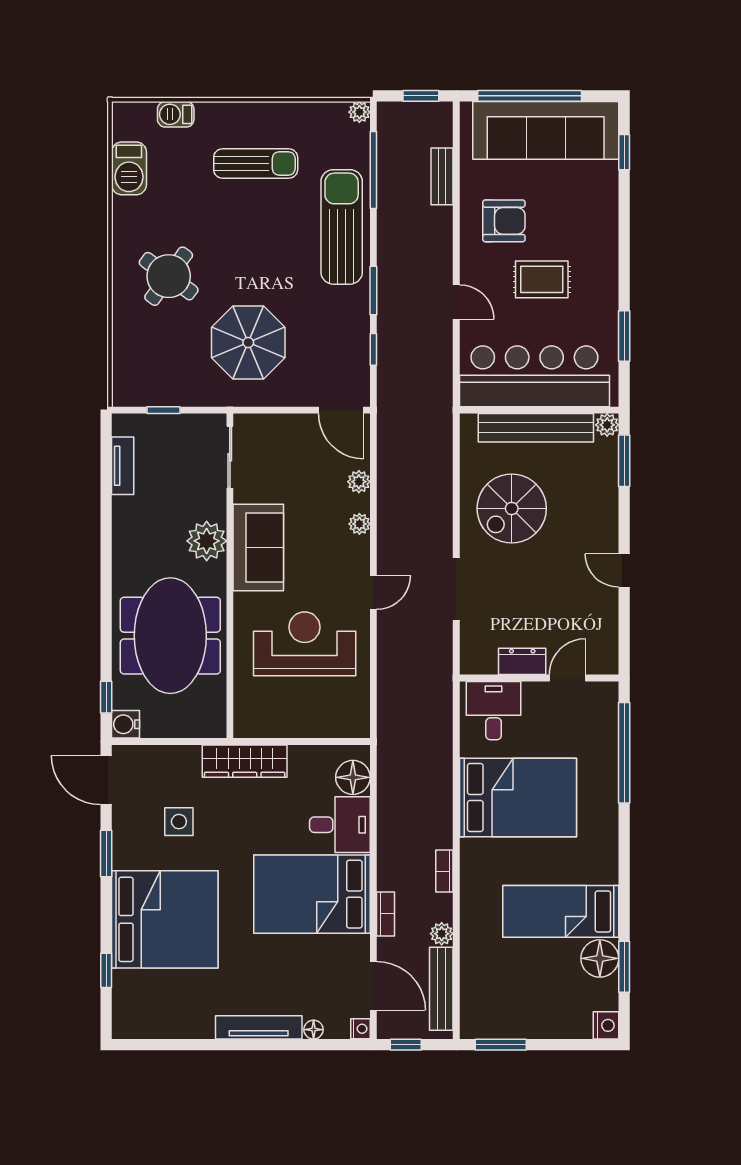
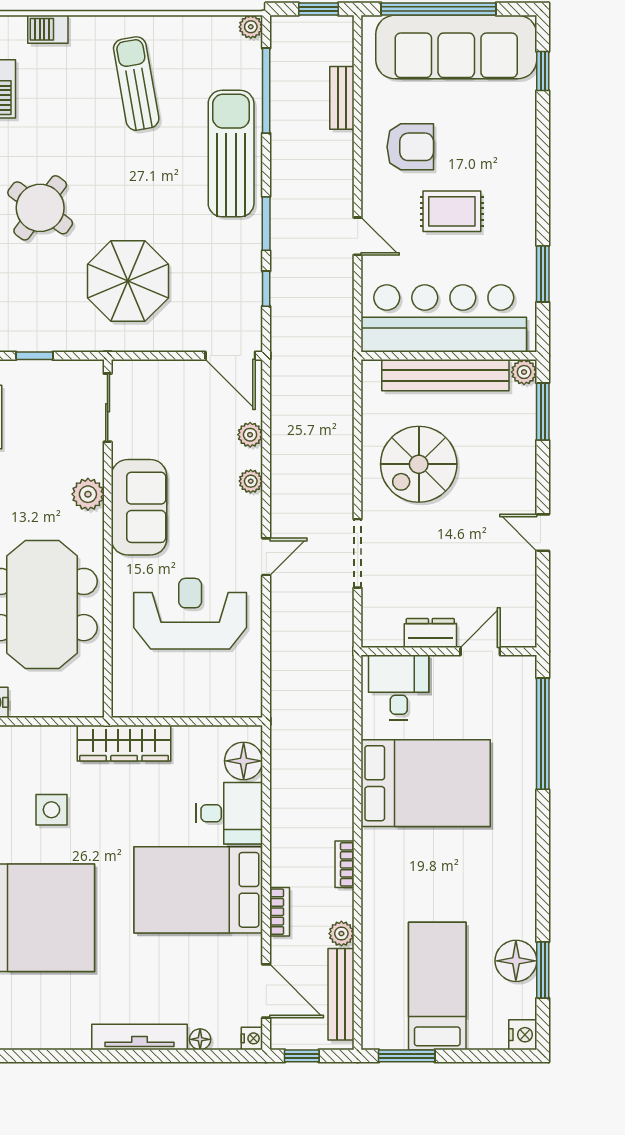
sun lounger: (256, 164) -> (136, 84), turned -100
plant: (207, 541) -> (88, 494), width x0.73, depth x0.73
bed: (561, 911) -> (437, 986), moved, turned 90

